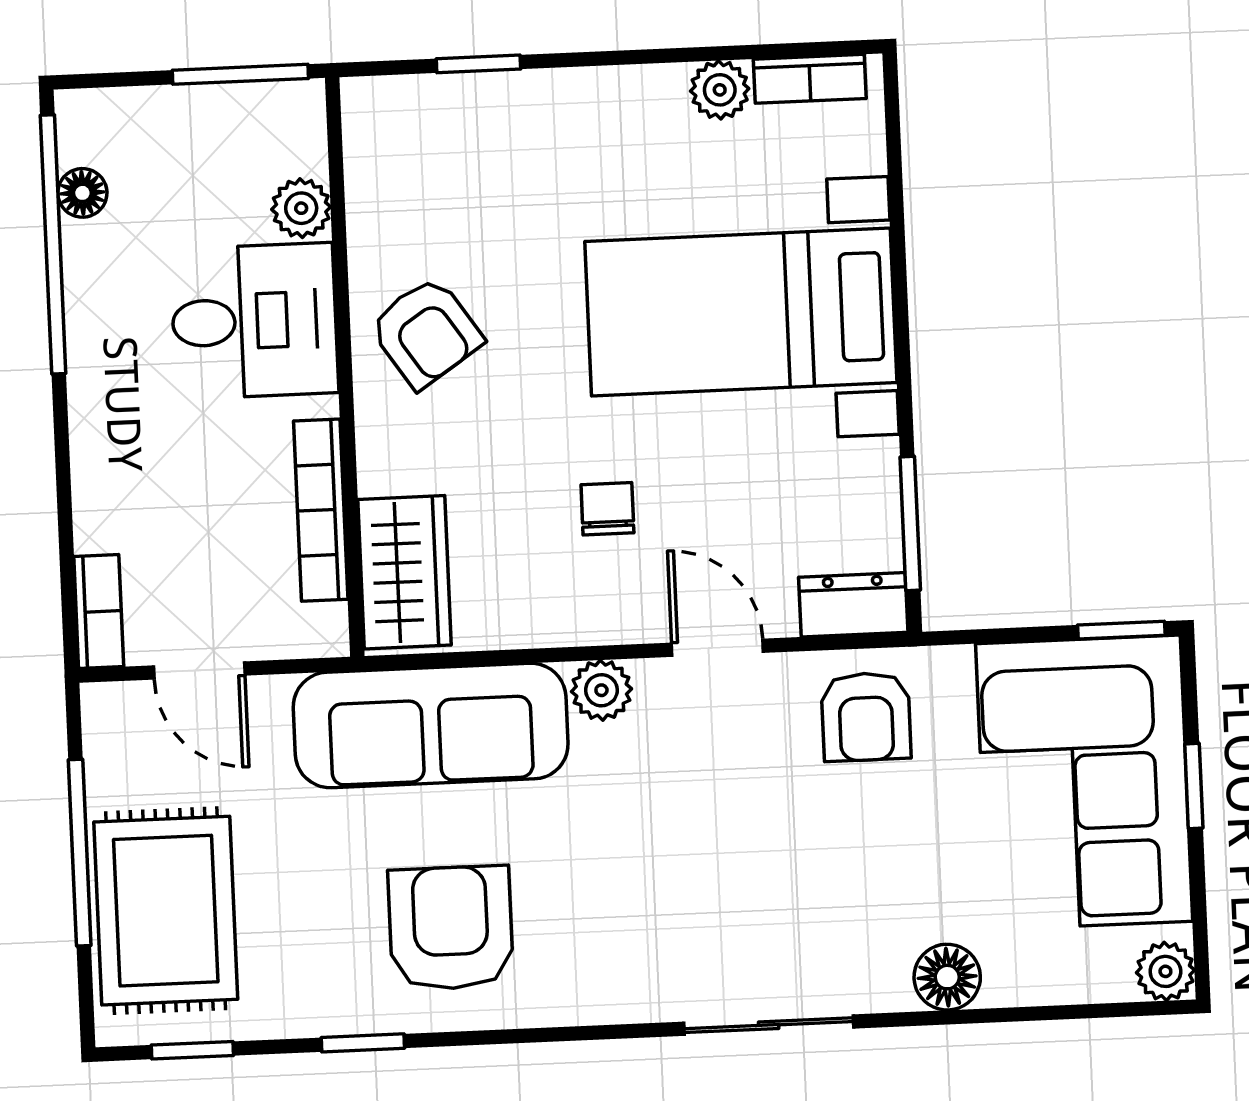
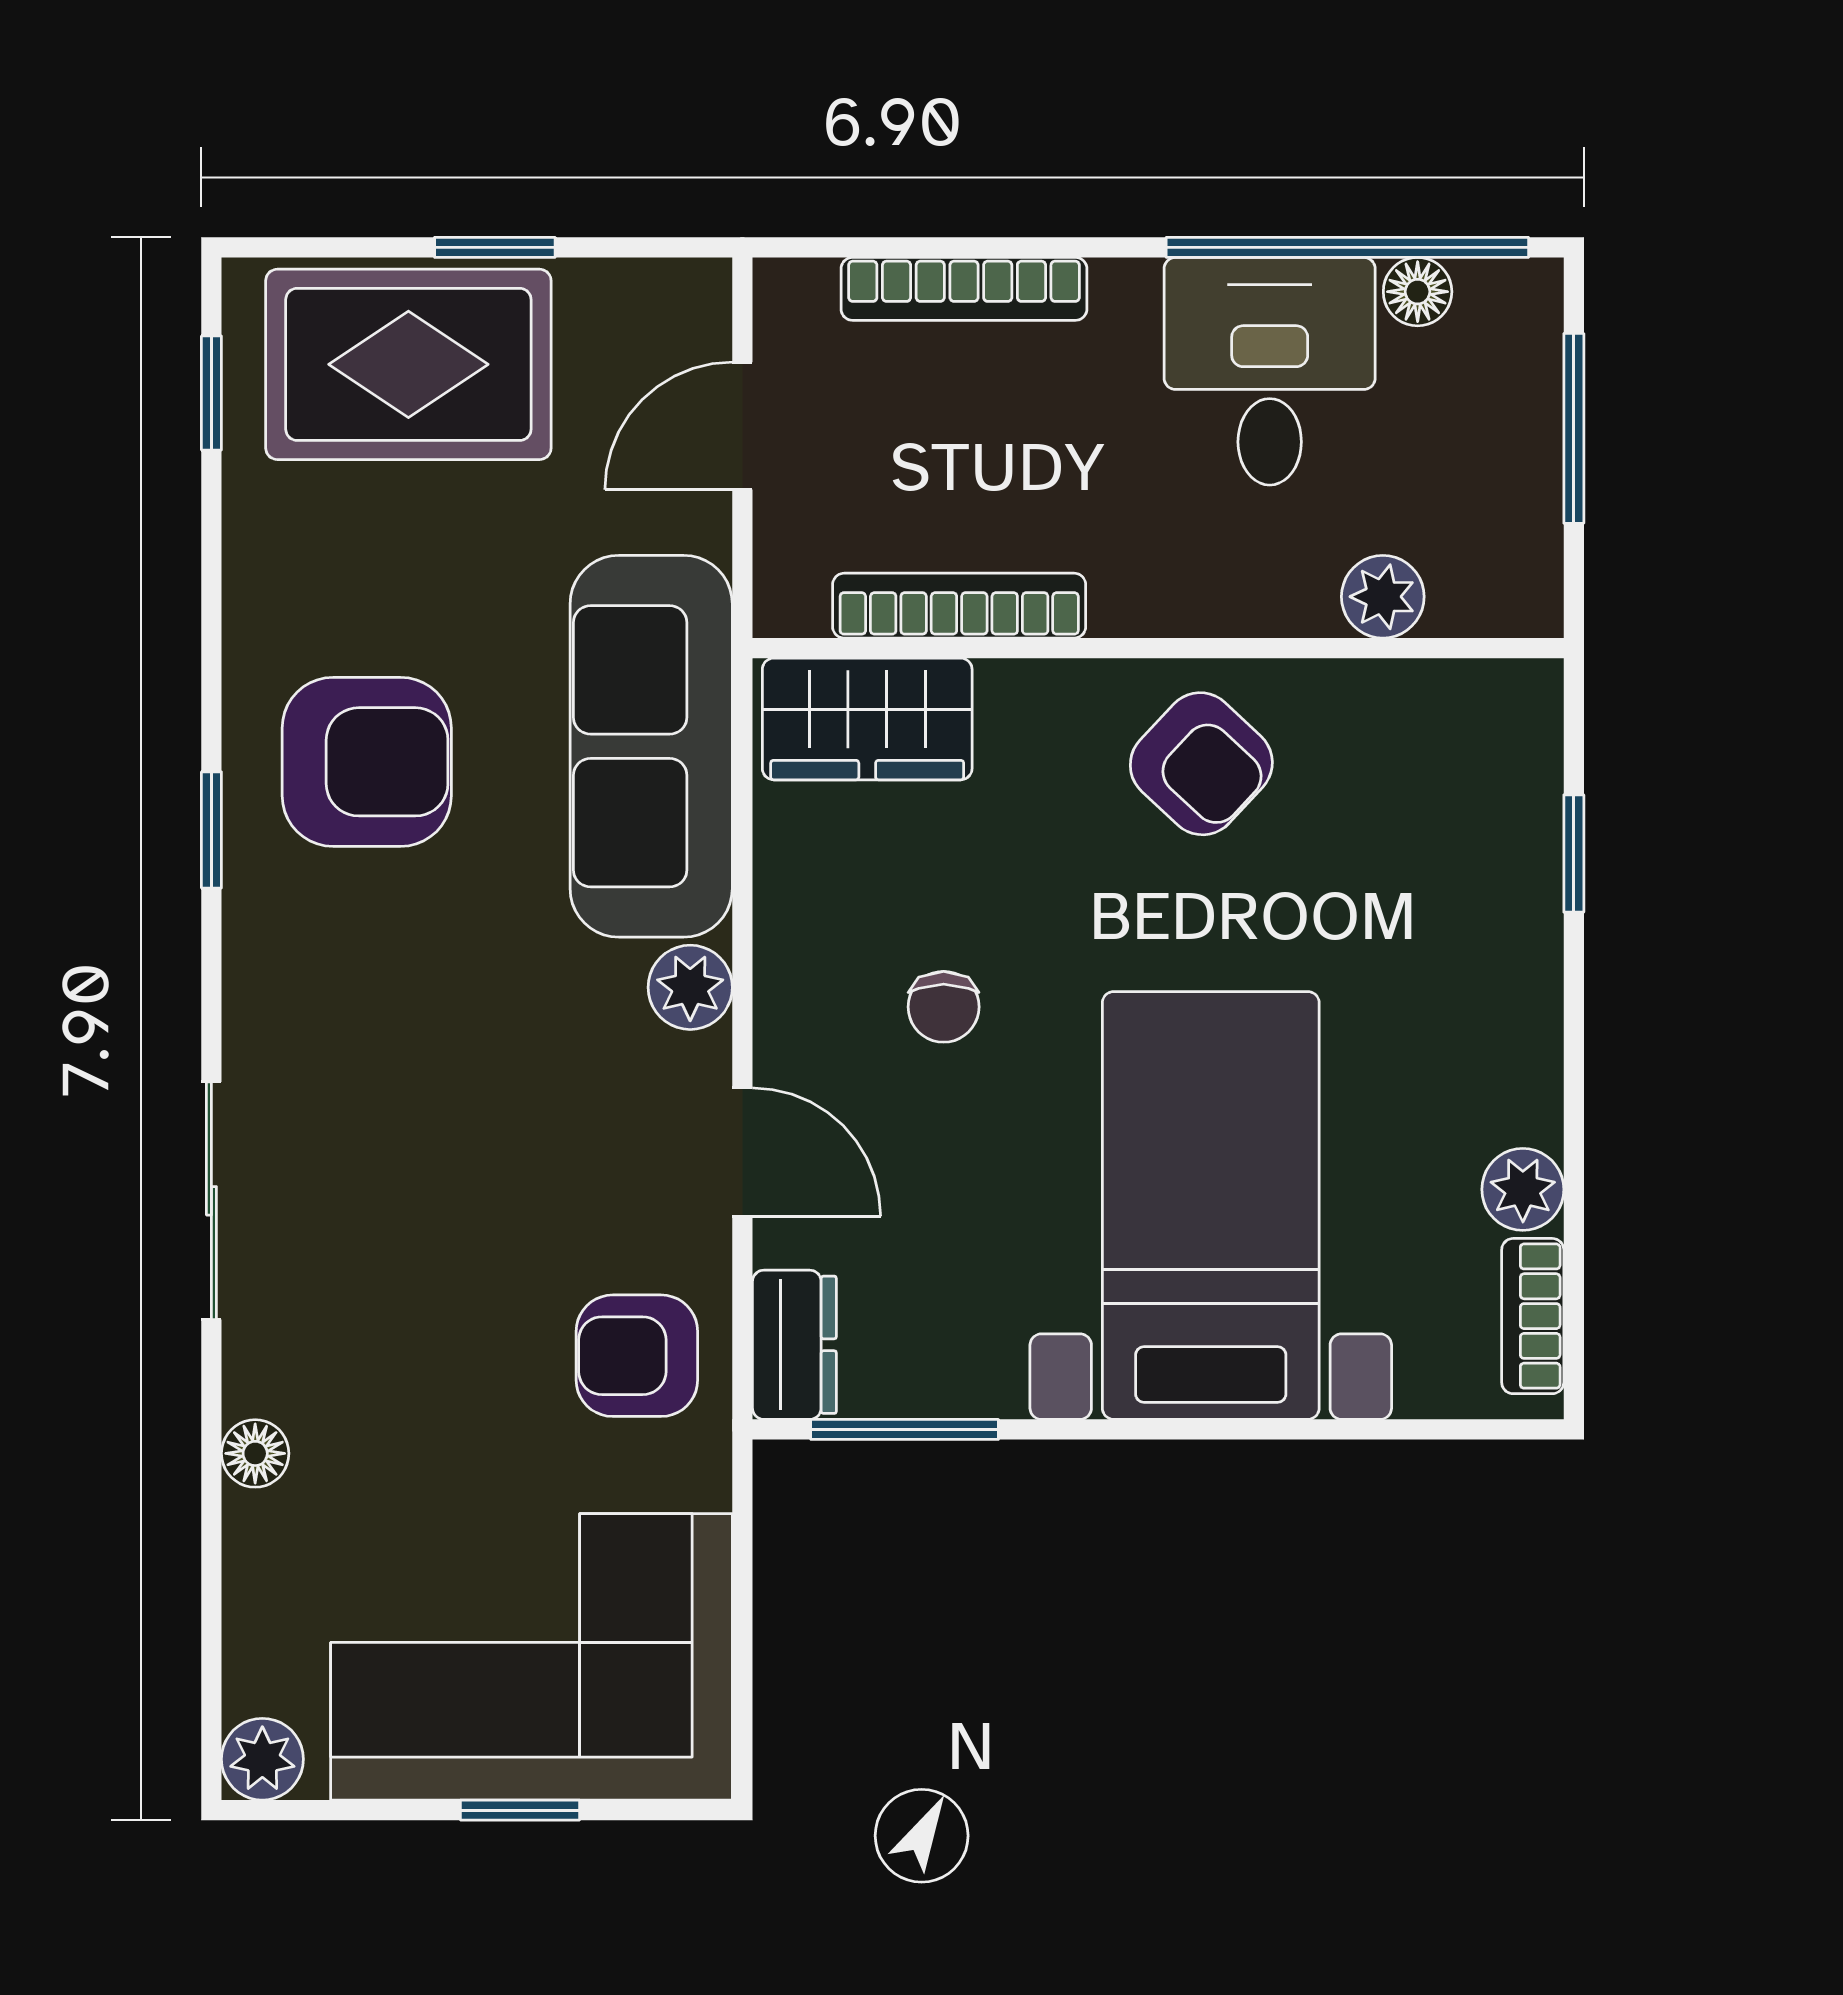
window: (240, 74) -> (1574, 428), moved
desk: (254, 321) -> (1270, 371), moved, turned 180
armchair: (426, 332) -> (1201, 764), turned -103
chair: (607, 509) -> (944, 1007), turned 90
bookcase: (99, 611) -> (964, 289), moved, width x1.56
window: (1121, 630) -> (742, 1718), removed
door: (717, 648) -> (742, 1152), hinge flipped
window: (80, 853) -> (495, 247), width x0.46
floor lamp: (947, 977) -> (255, 1453), width x0.73, depth x0.73
window: (363, 1043) -> (211, 830), moved

